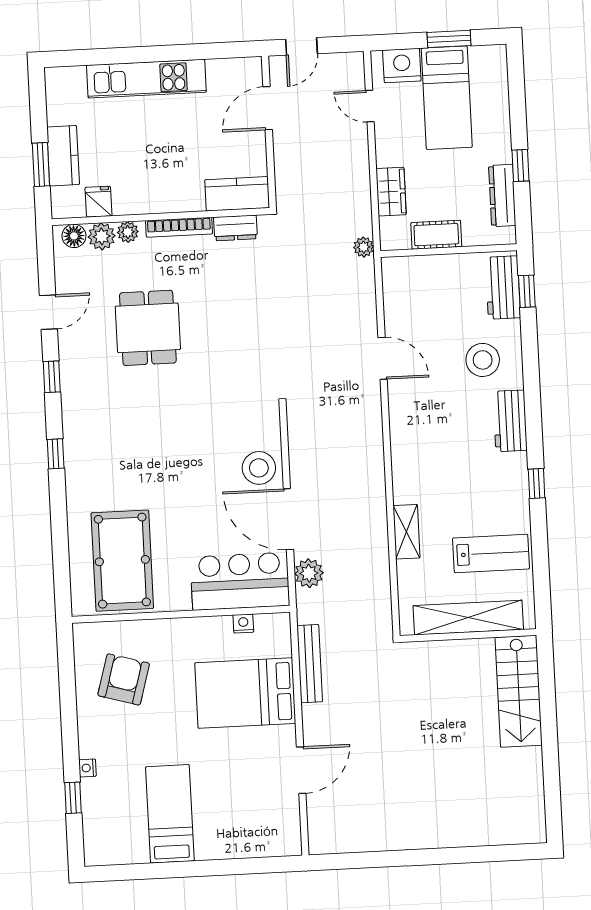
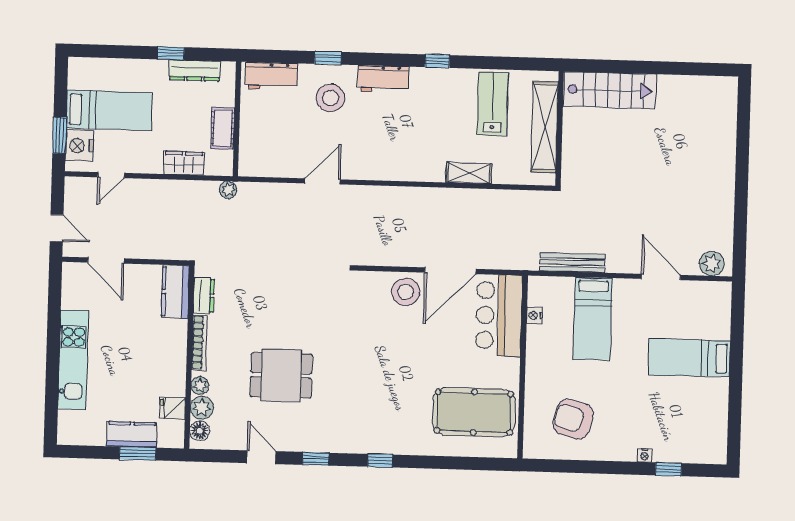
window: (449, 39) -> (59, 135), moved
window: (527, 291) -> (328, 58), moved
plant: (309, 573) -> (712, 264), moved
bed: (245, 693) -> (593, 318), width x0.67
bed: (170, 814) -> (689, 358), moved

